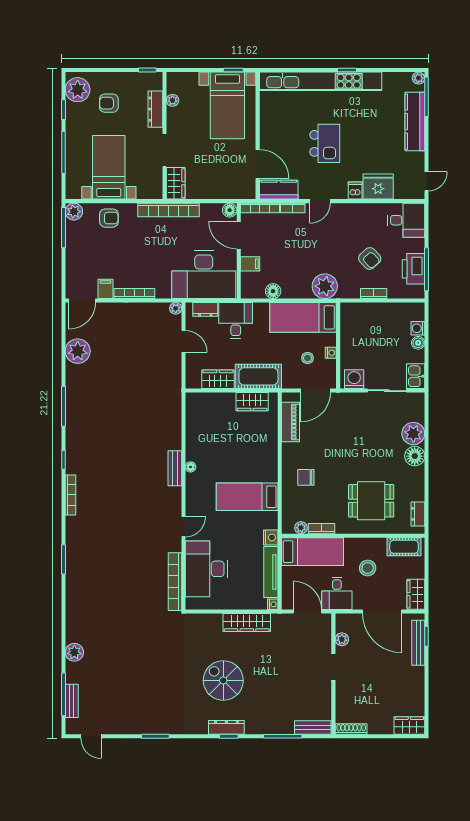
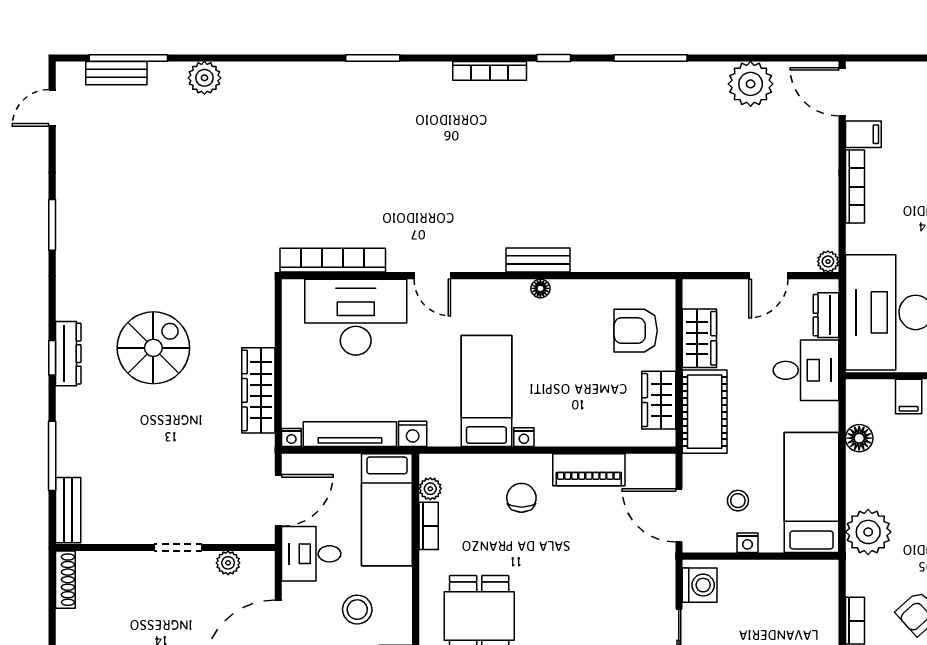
armchair: (214, 414) -> (636, 331), added
piano: (290, 422) -> (589, 470), moved
nightstand: (273, 476) -> (524, 437), added

